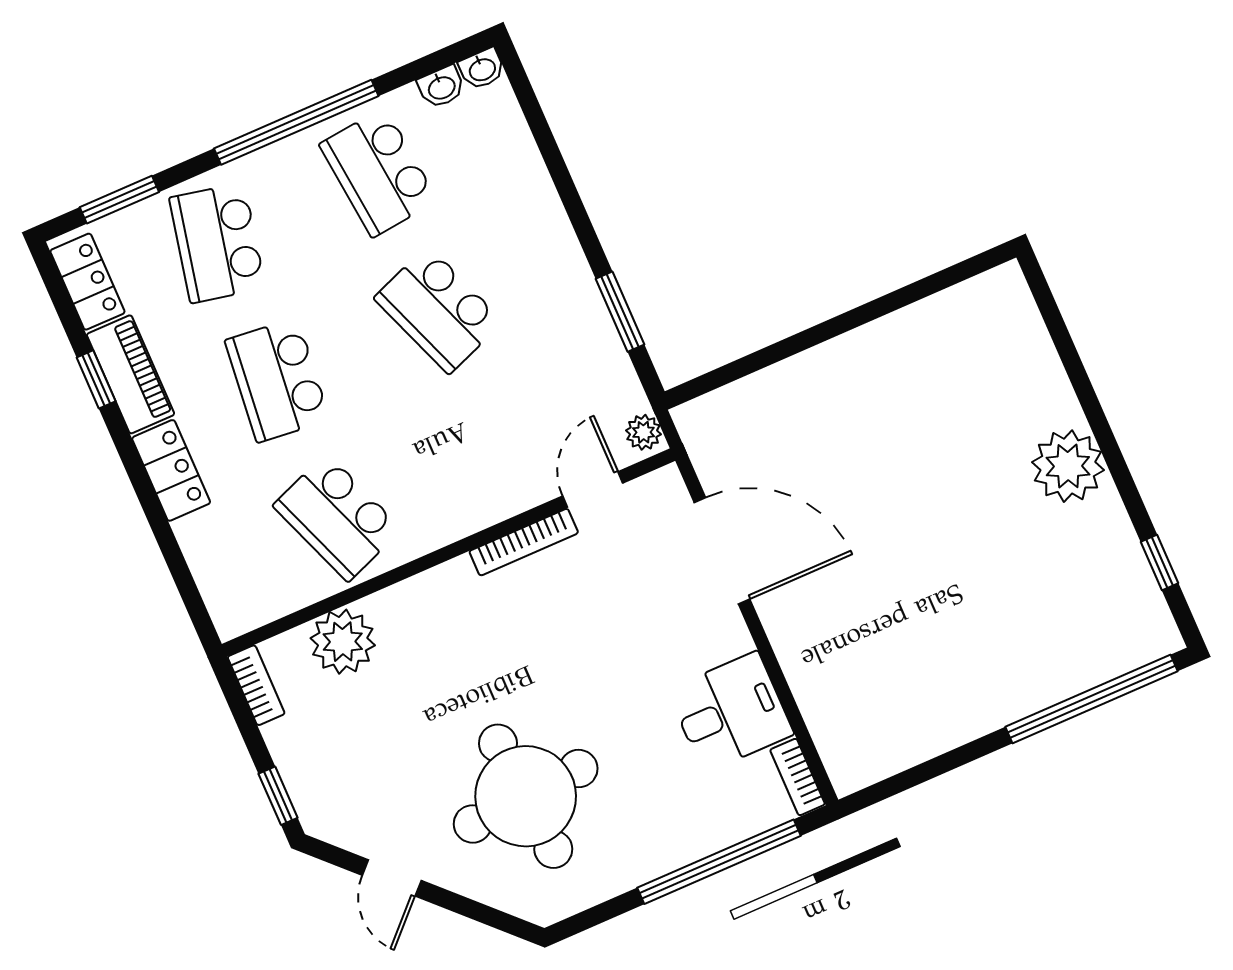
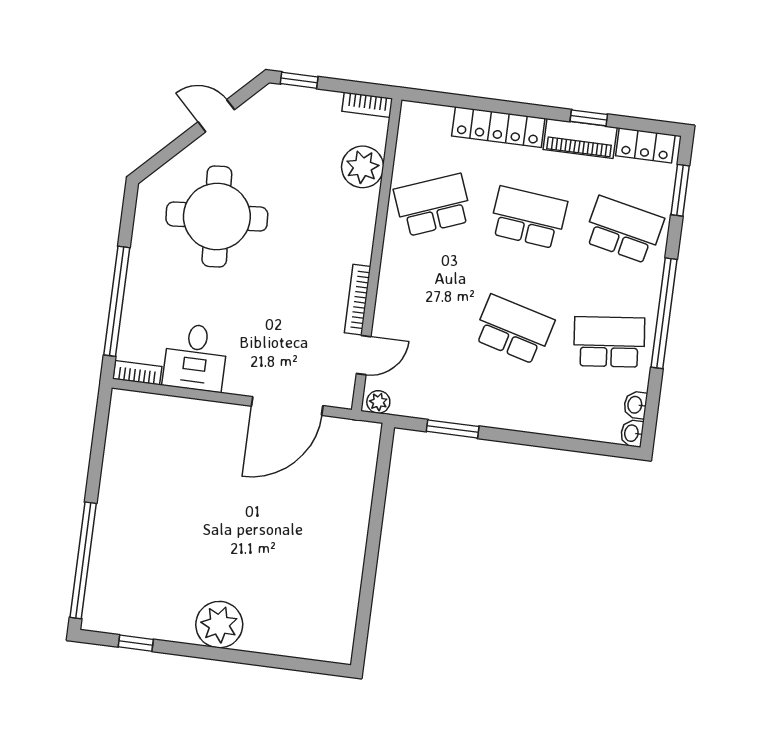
school desk: (438, 310) -> (514, 329), turned 36
locker: (171, 470) -> (498, 127), width x1.53
door: (593, 489) -> (364, 355), hinge flipped

